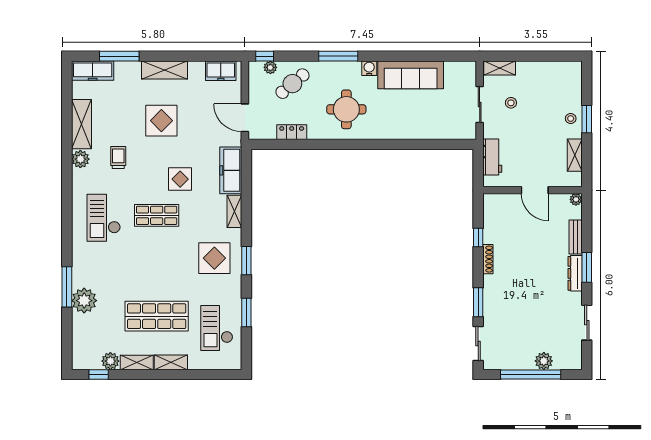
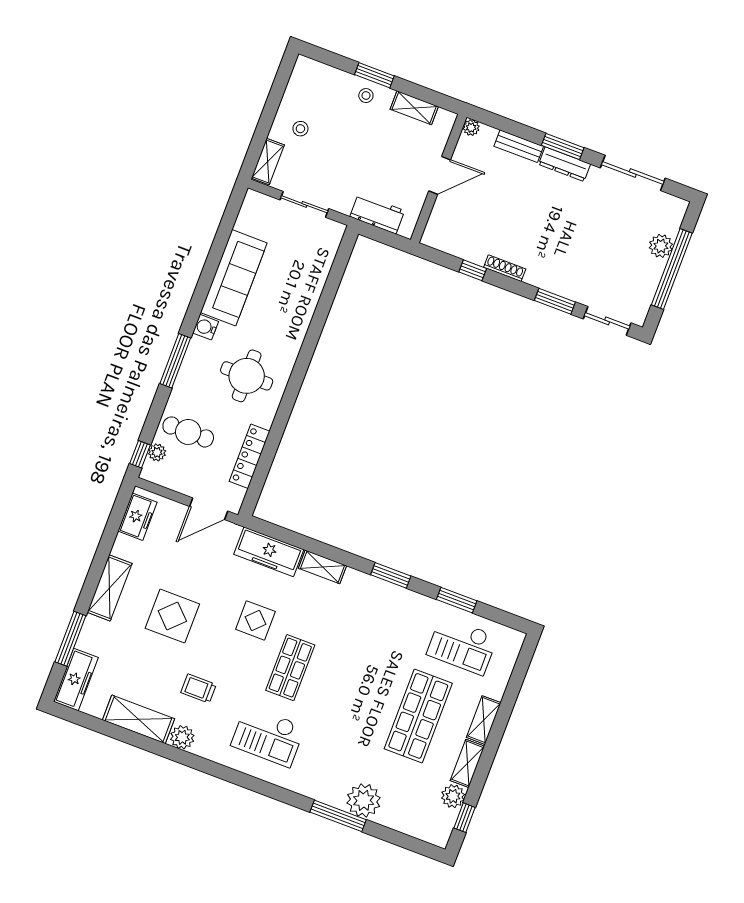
cafe table: (292, 84) -> (188, 432), turned -50
stool: (511, 103) -> (300, 129), moved
locker: (292, 132) -> (249, 456), width x1.53
display table: (214, 258) -> (372, 615), removed
sliding door: (587, 323) -> (633, 173), width x1.37

